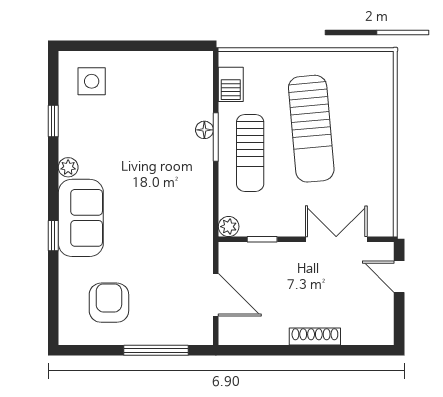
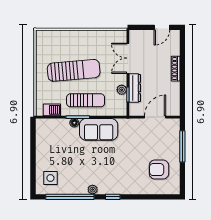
window: (53, 121) -> (70, 197), width x3.17
sofa: (81, 218) -> (99, 129), moved, turned 180
plant: (229, 227) -> (122, 90), moved
window: (53, 236) -> (113, 197), moved
dresser: (275, 253) -> (135, 88), added
door: (399, 277) -> (162, 27), moved

